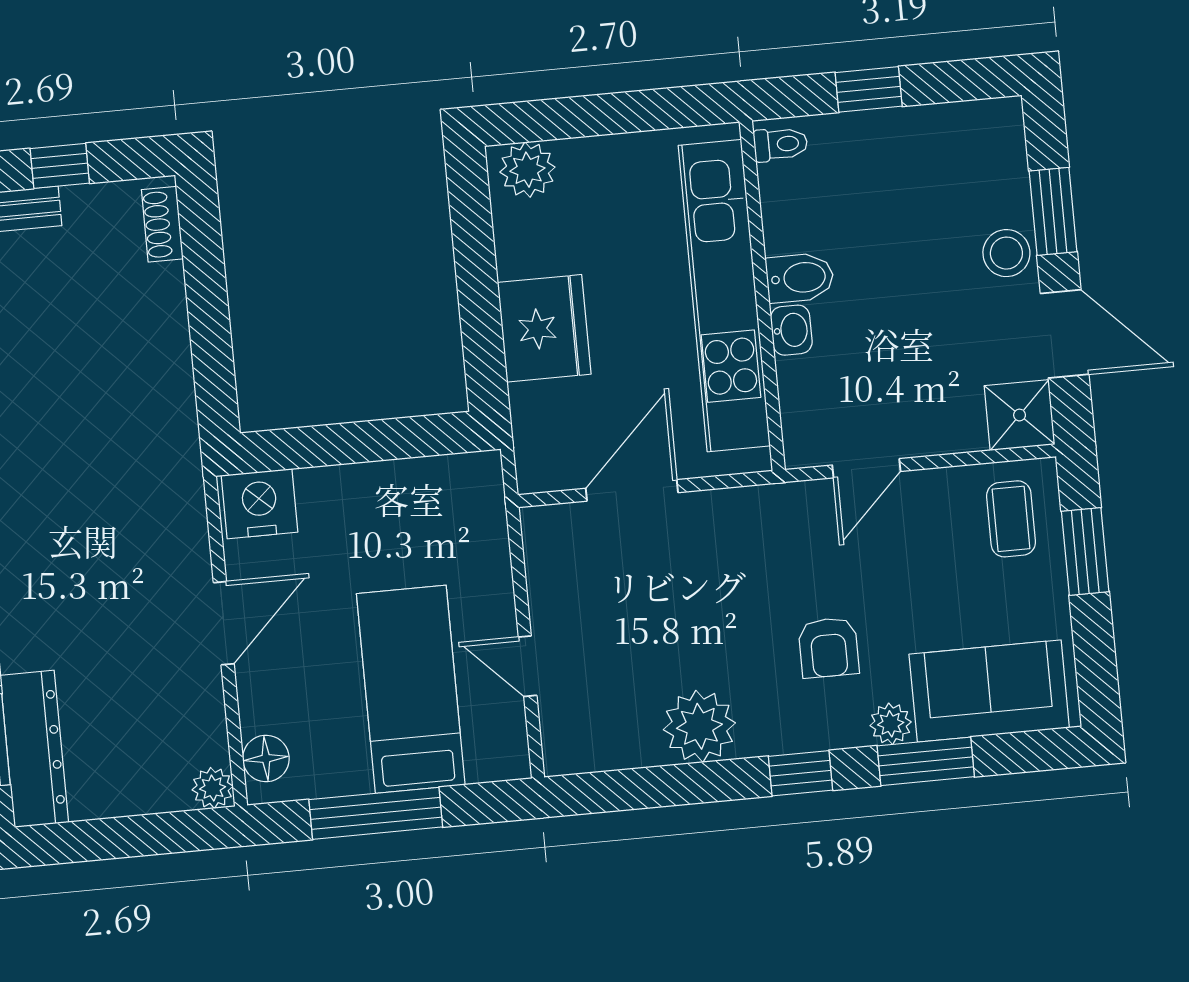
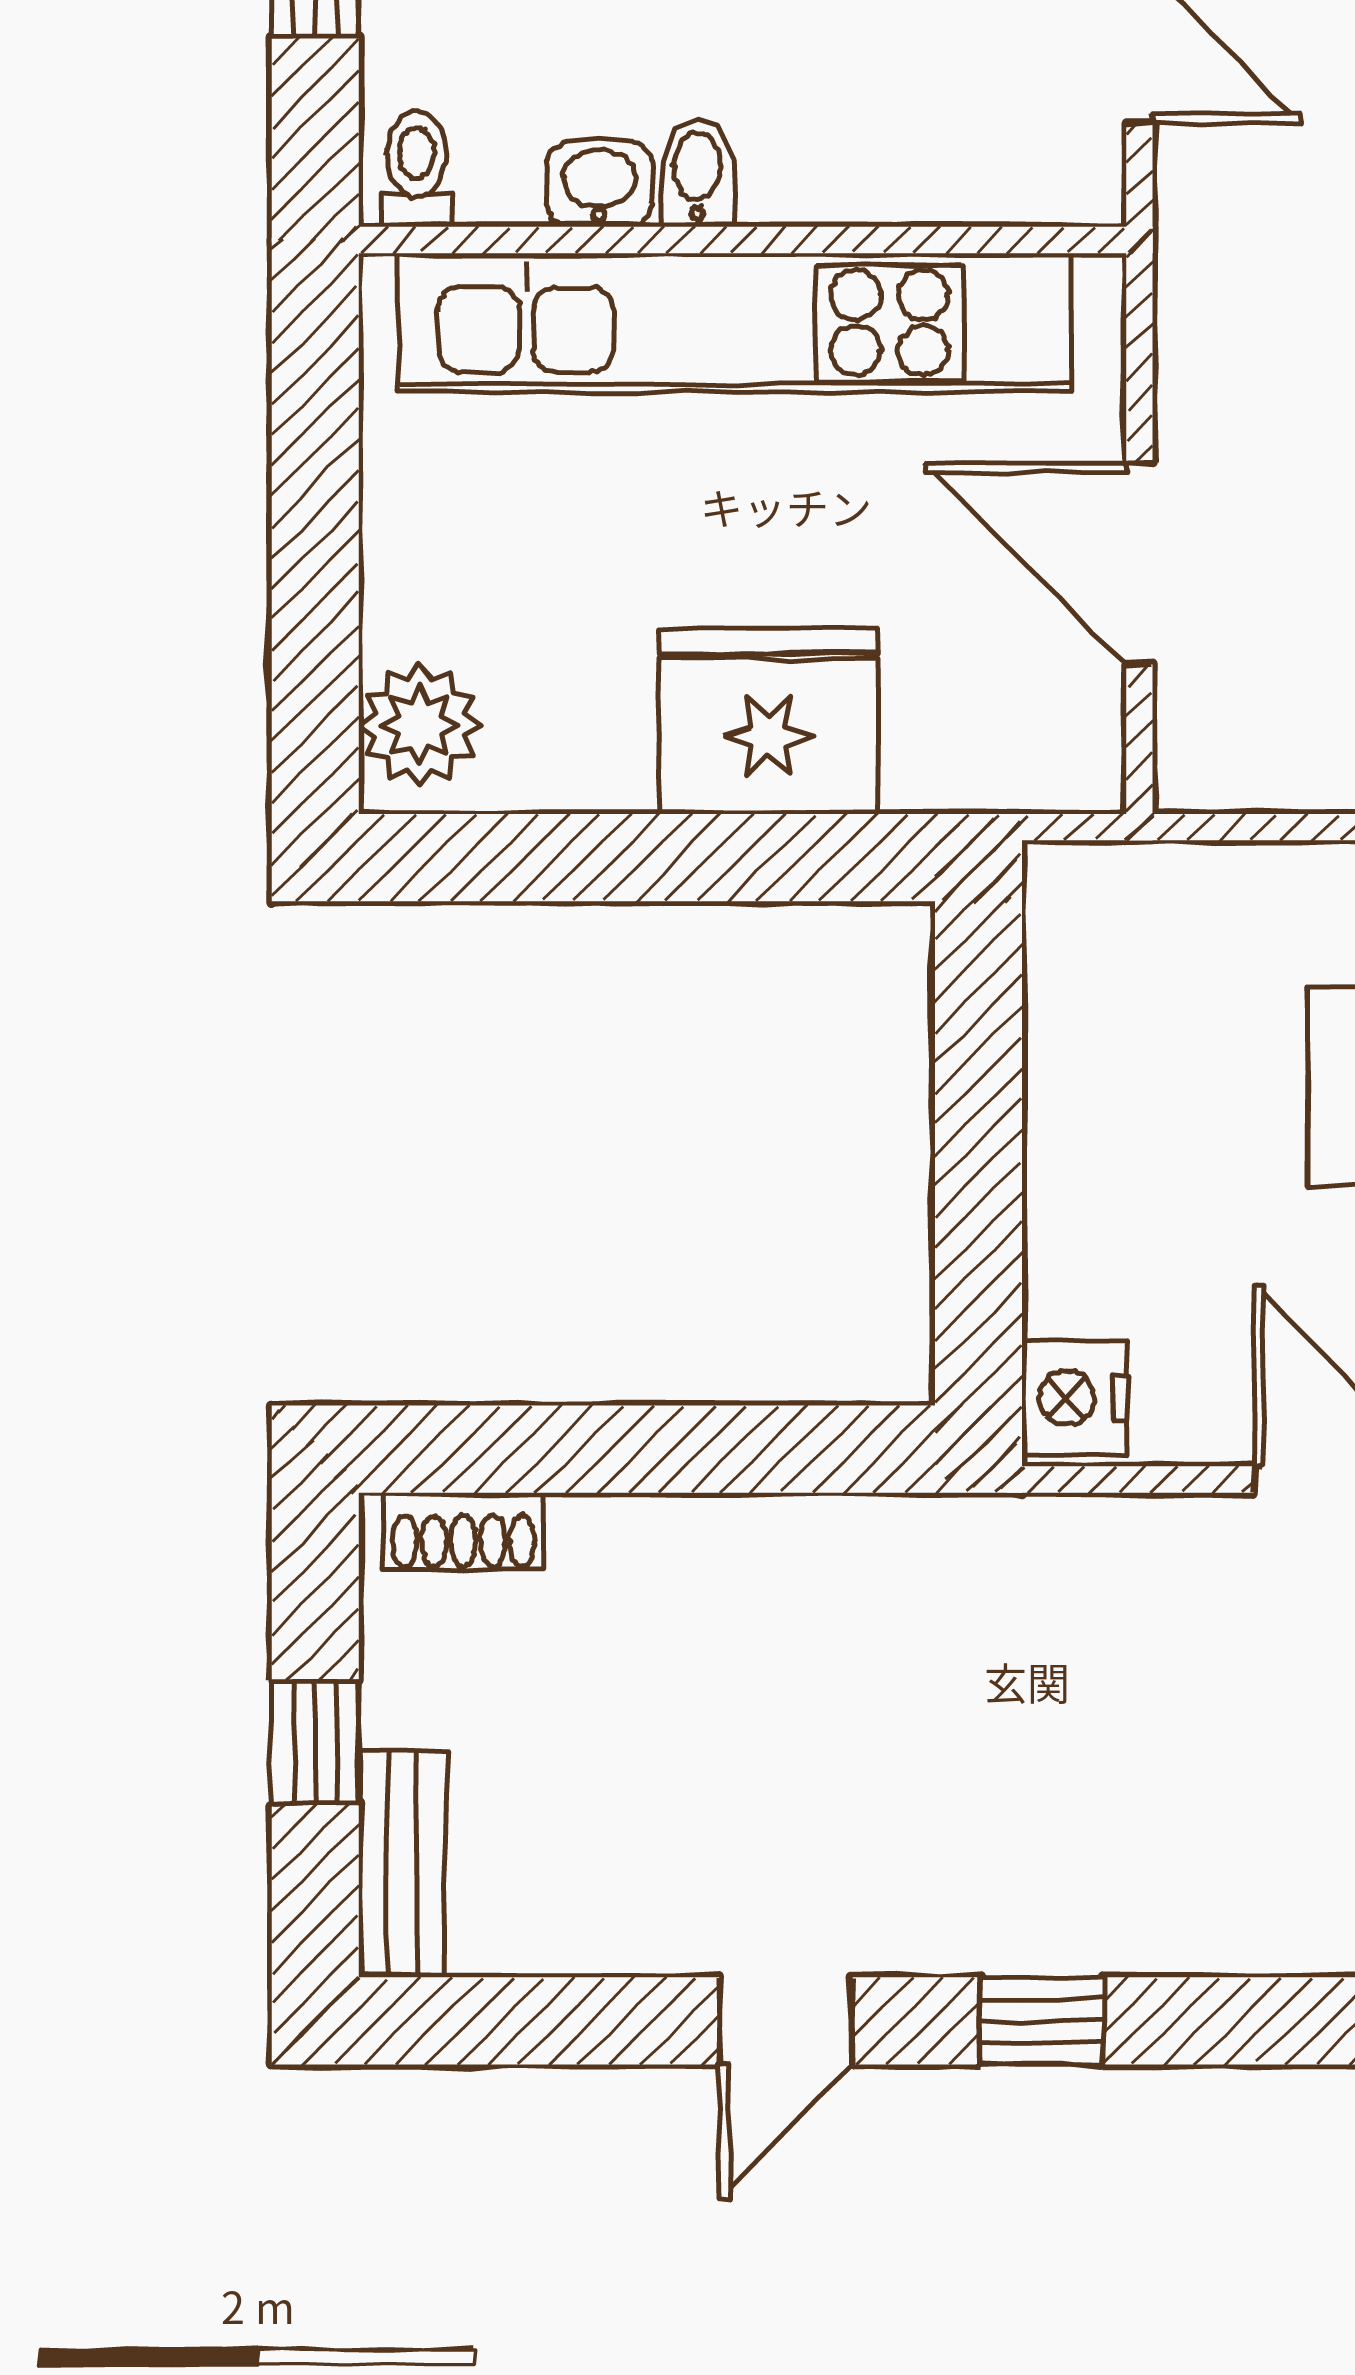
bidet: (800, 278) -> (697, 174), width x0.72, depth x0.74
washbasin: (791, 330) -> (599, 184), moved
nightstand: (259, 504) -> (1075, 1398), width x0.74, depth x0.75

